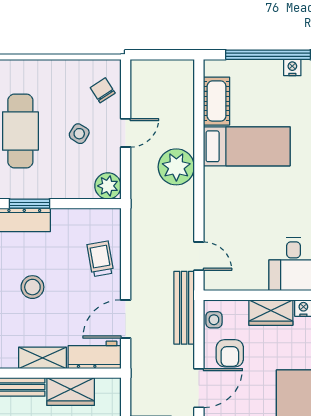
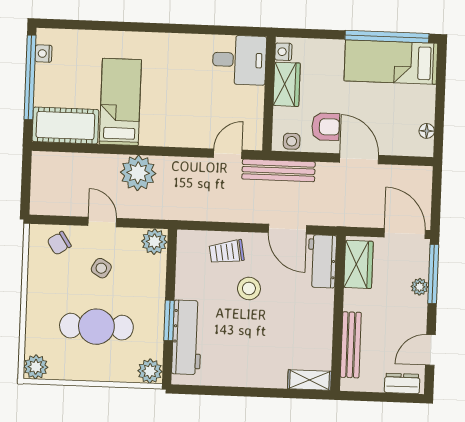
cot: (217, 101) -> (65, 126), width x1.37, depth x1.34
stool: (32, 287) -> (249, 288), moved
shelving: (43, 358) -> (323, 313), removed
wardrobe: (71, 392) -> (358, 264), moved

